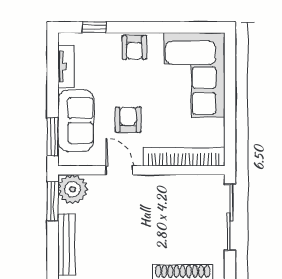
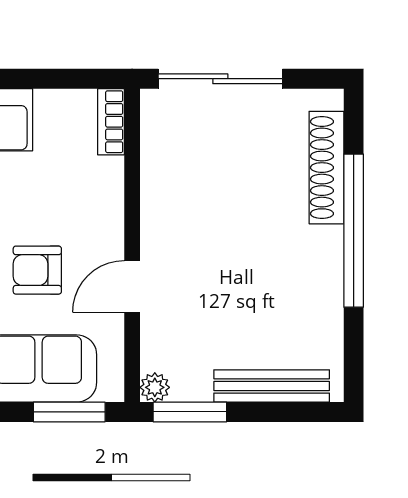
bookcase: (184, 157) -> (111, 122), width x0.43, depth x0.76
plant: (73, 189) -> (155, 387), width x0.53, depth x0.53

